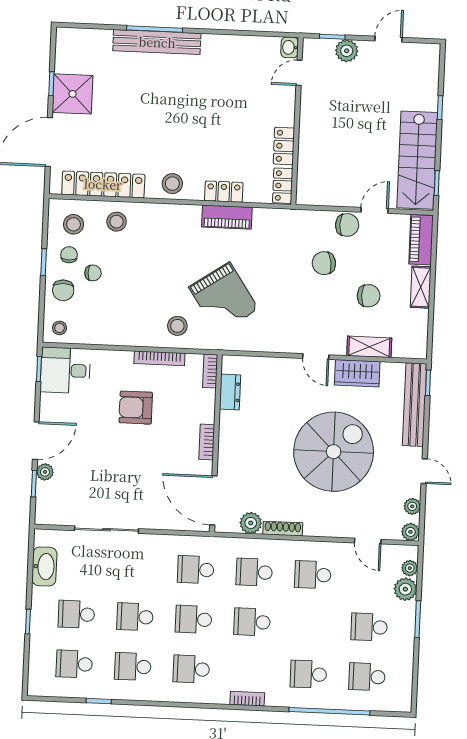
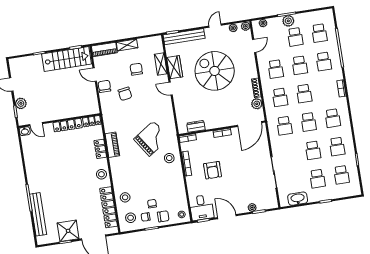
bench: (157, 42) -> (38, 214), moved
locker: (284, 146) -> (68, 125), width x1.53
door: (316, 357) -> (171, 89), swing flipped
door: (36, 441) -> (227, 217), moved
plant: (405, 589) -> (288, 21), moved
school desk: (311, 624) -> (300, 65), added

